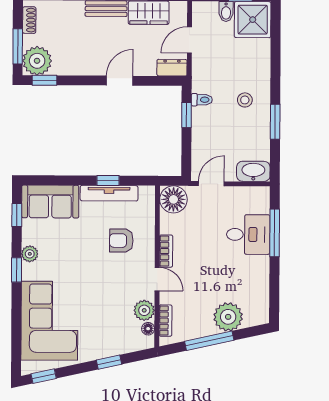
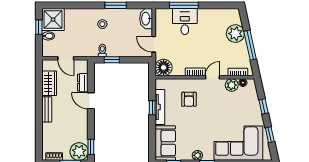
dresser: (172, 68) -> (83, 83), moved
window: (44, 376) -> (270, 135), moved

